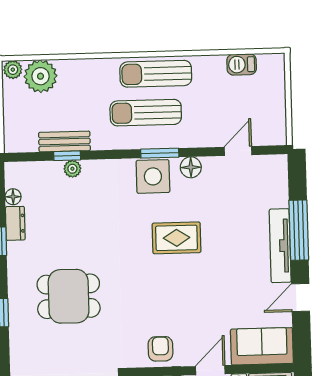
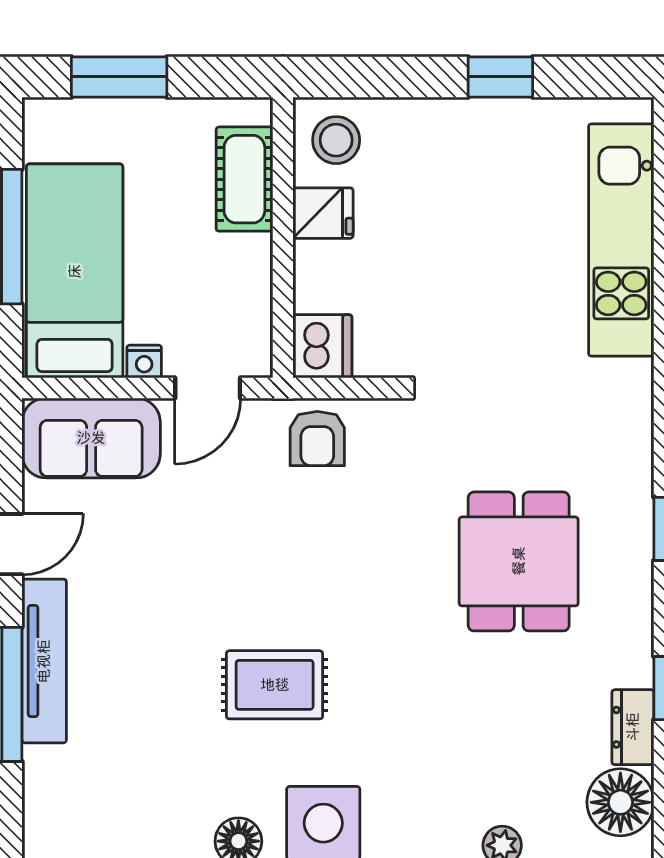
floor lamp: (13, 197) -> (620, 802), width x1.89, depth x1.89
dining table: (69, 296) -> (519, 561), turned 90

